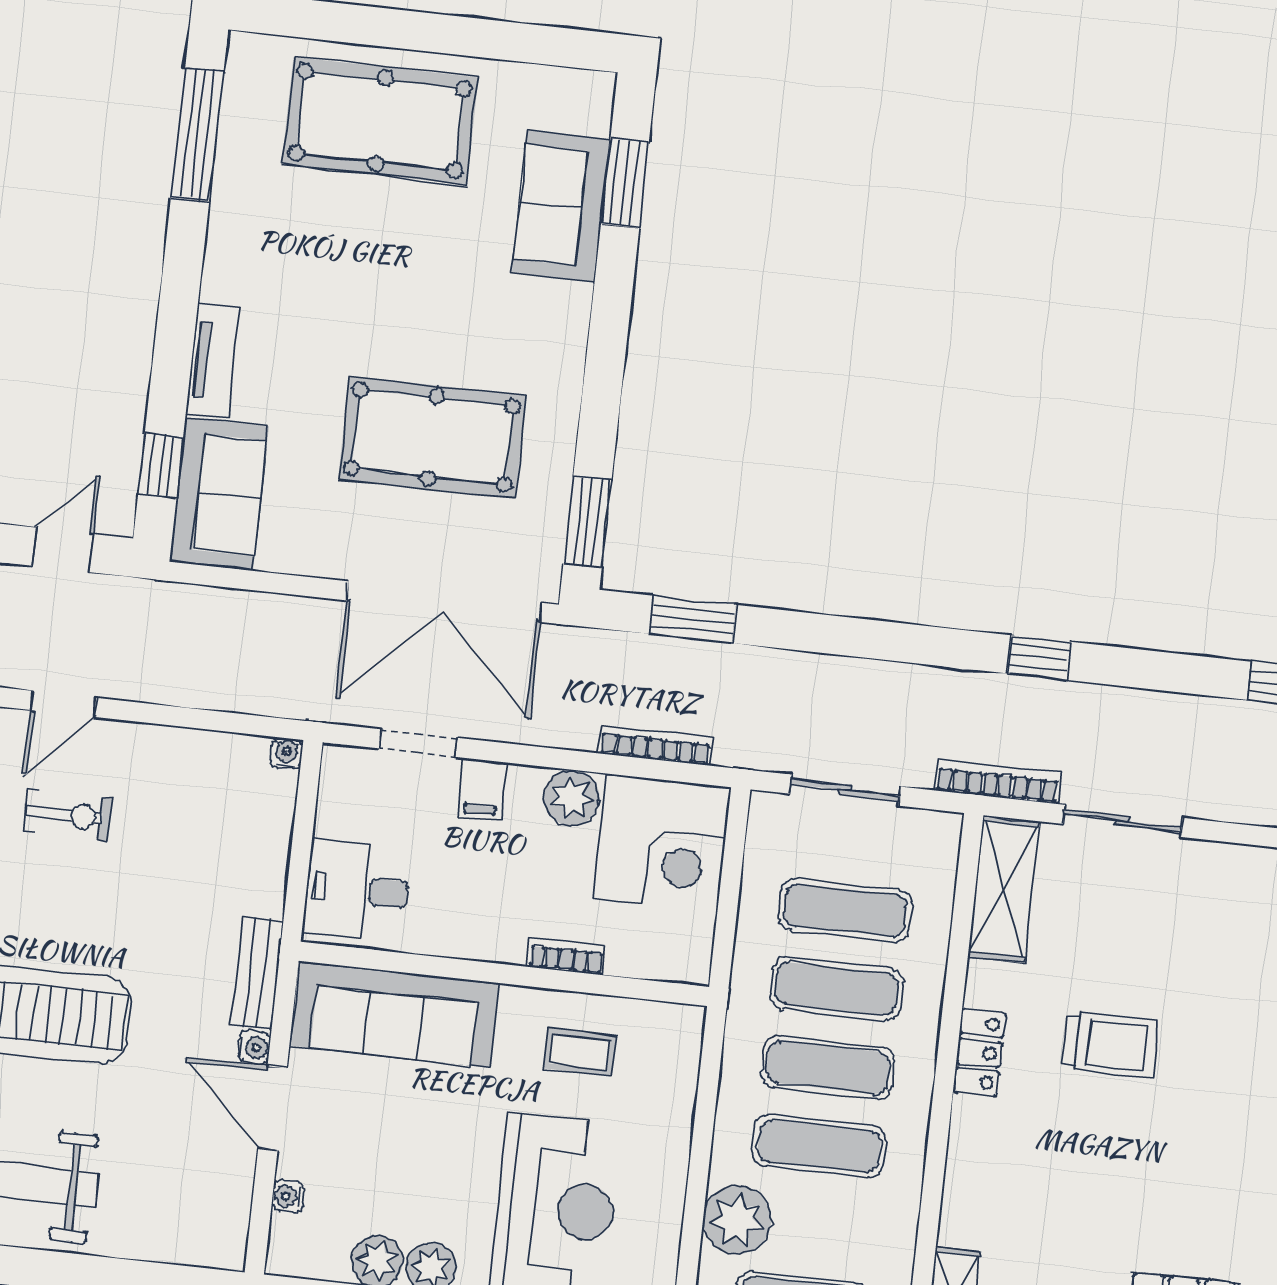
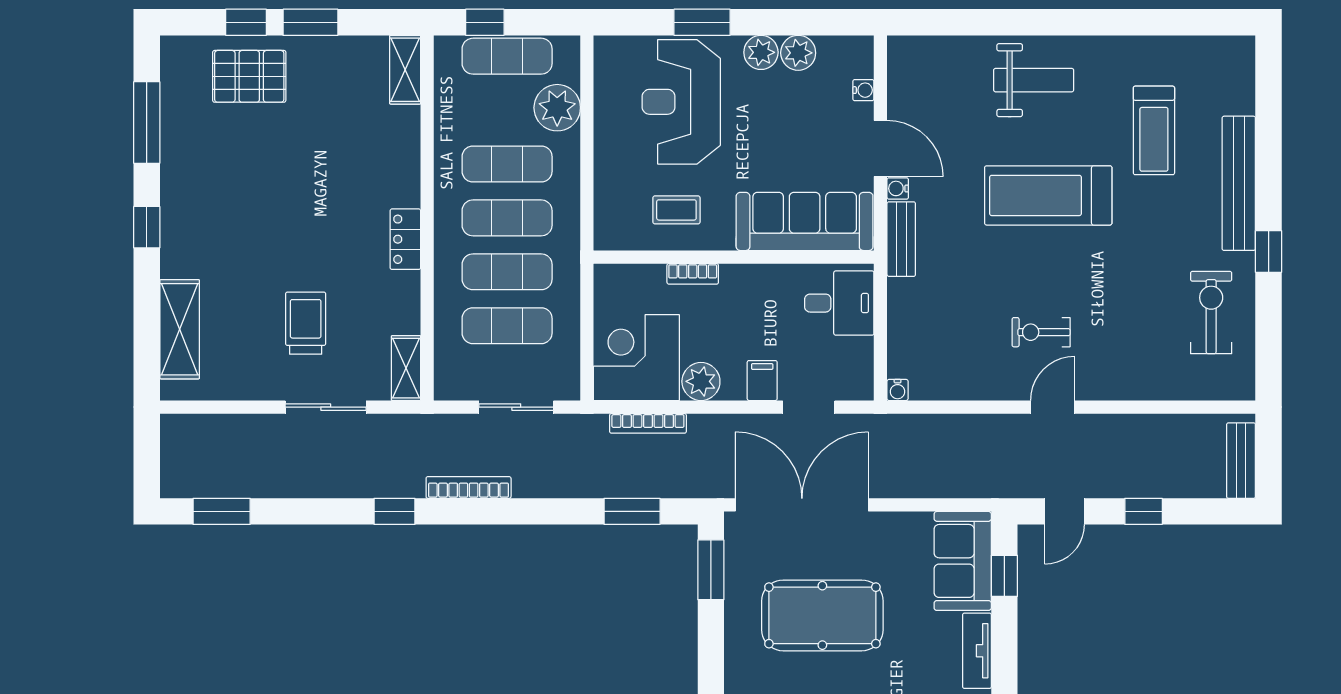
bookcase: (998, 781) -> (469, 487), moved, turned 180
shelving: (1004, 889) -> (406, 368), width x0.67, depth x0.75
trolley: (1110, 1044) -> (306, 323), moved, turned 90

